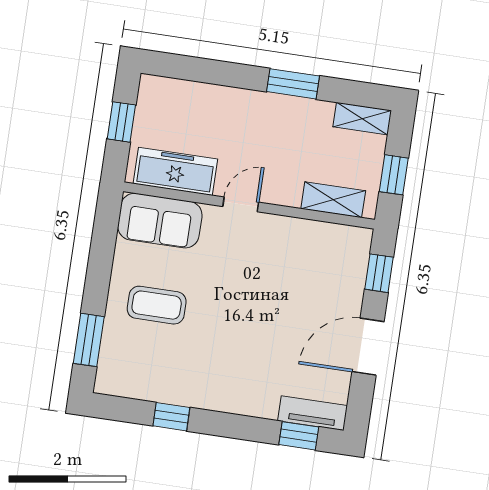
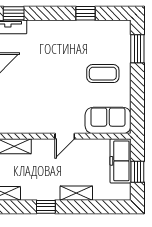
window: (293, 84) -> (46, 207), width x0.67
shelving: (235, 100) -> (76, 193), added
freezer: (175, 171) -> (121, 161), moved, turned 90

